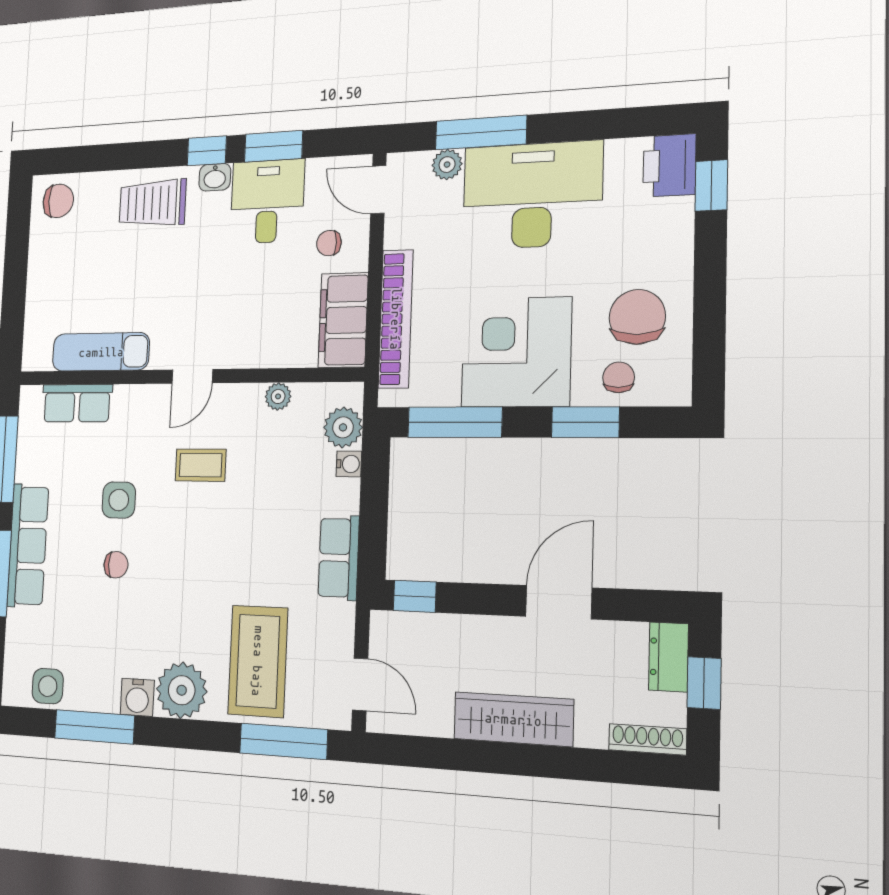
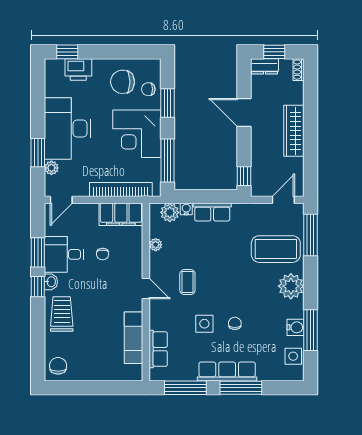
window: (481, 133) -> (38, 153), width x0.69
printer: (669, 165) -> (78, 69), moved
trolley: (153, 203) -> (62, 314), turned 180
chair: (329, 243) -> (103, 254), moved
row of seats: (339, 558) -> (212, 212), moved
water cooler: (137, 697) -> (295, 327), moved
shoe rack: (648, 739) -> (298, 70), width x0.70

